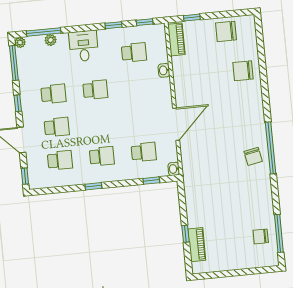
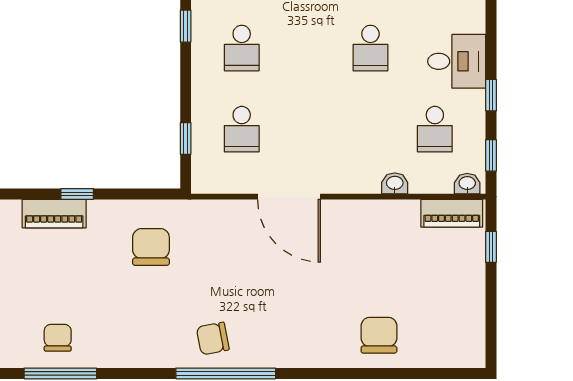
chair: (226, 31) -> (151, 247), moved
desk: (84, 46) -> (457, 61), moved
washbasin: (174, 169) -> (467, 184), moved

